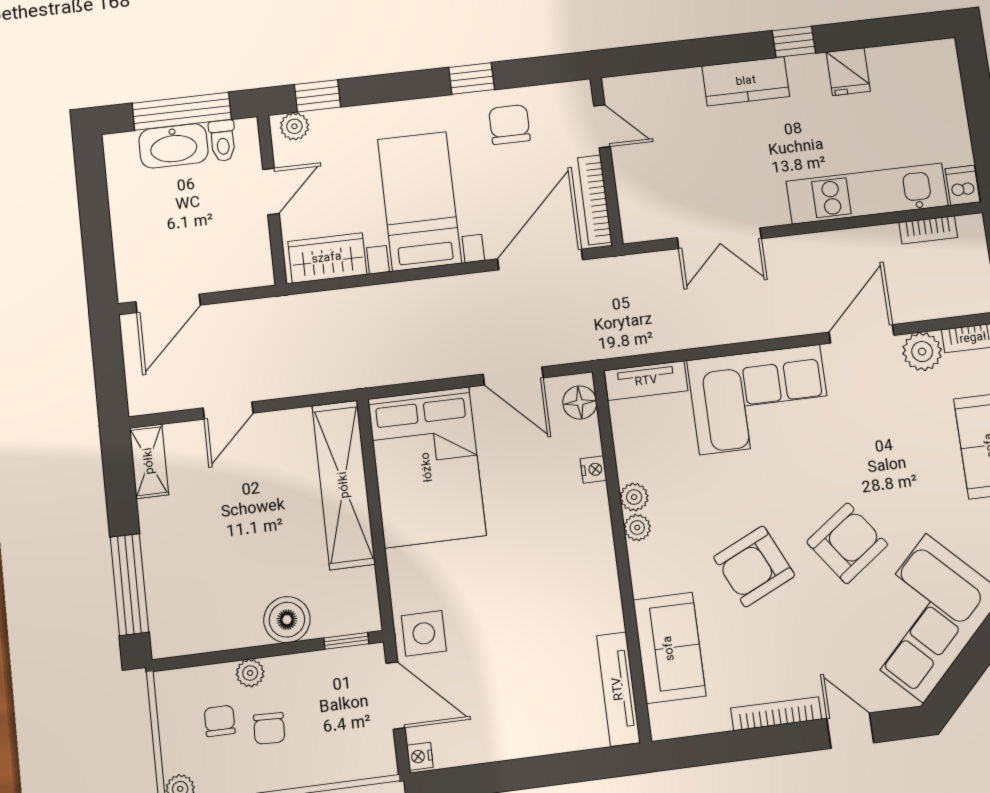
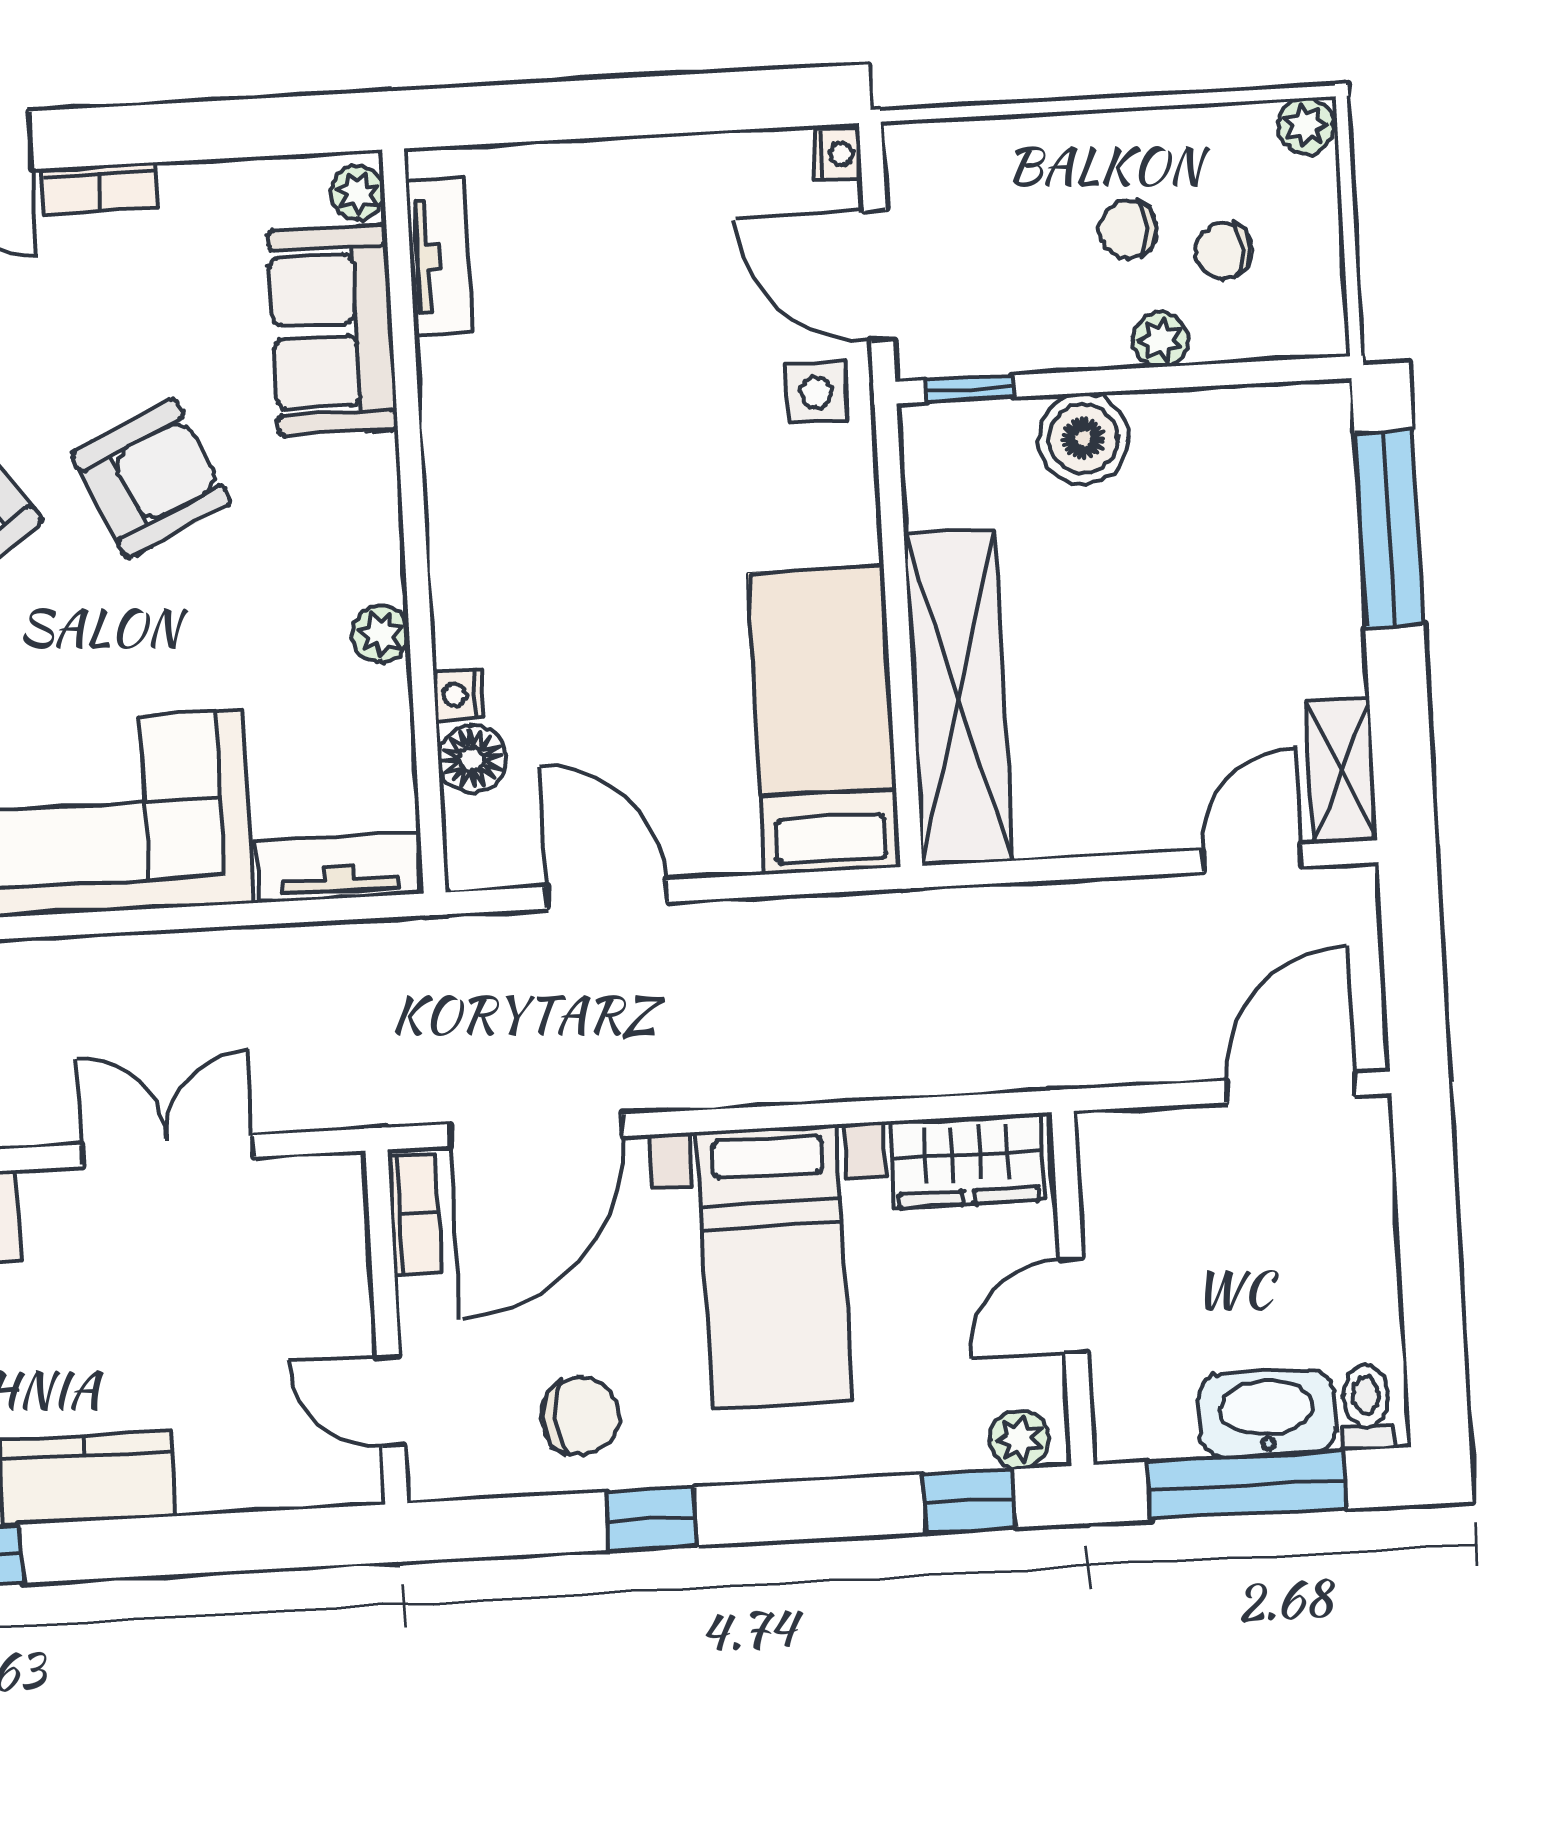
chair: (509, 124) -> (580, 1416), turned -90
toilet: (223, 141) -> (1367, 1407), moved
bookcase: (595, 200) -> (415, 1214), width x0.64
floor lamp: (580, 402) -> (472, 759), moved
door: (228, 411) -> (1252, 858), moved
bed: (427, 467) -> (824, 720), width x0.67
plant: (637, 528) -> (358, 193), moved
side table: (424, 633) -> (816, 393), width x0.73, depth x0.73
tv unit: (618, 689) -> (440, 257), width x0.71
bookcase: (776, 714) -> (100, 188), width x0.64
chair: (220, 721) -> (1224, 251), turned 90
chair: (269, 728) -> (1128, 229), turned -92

